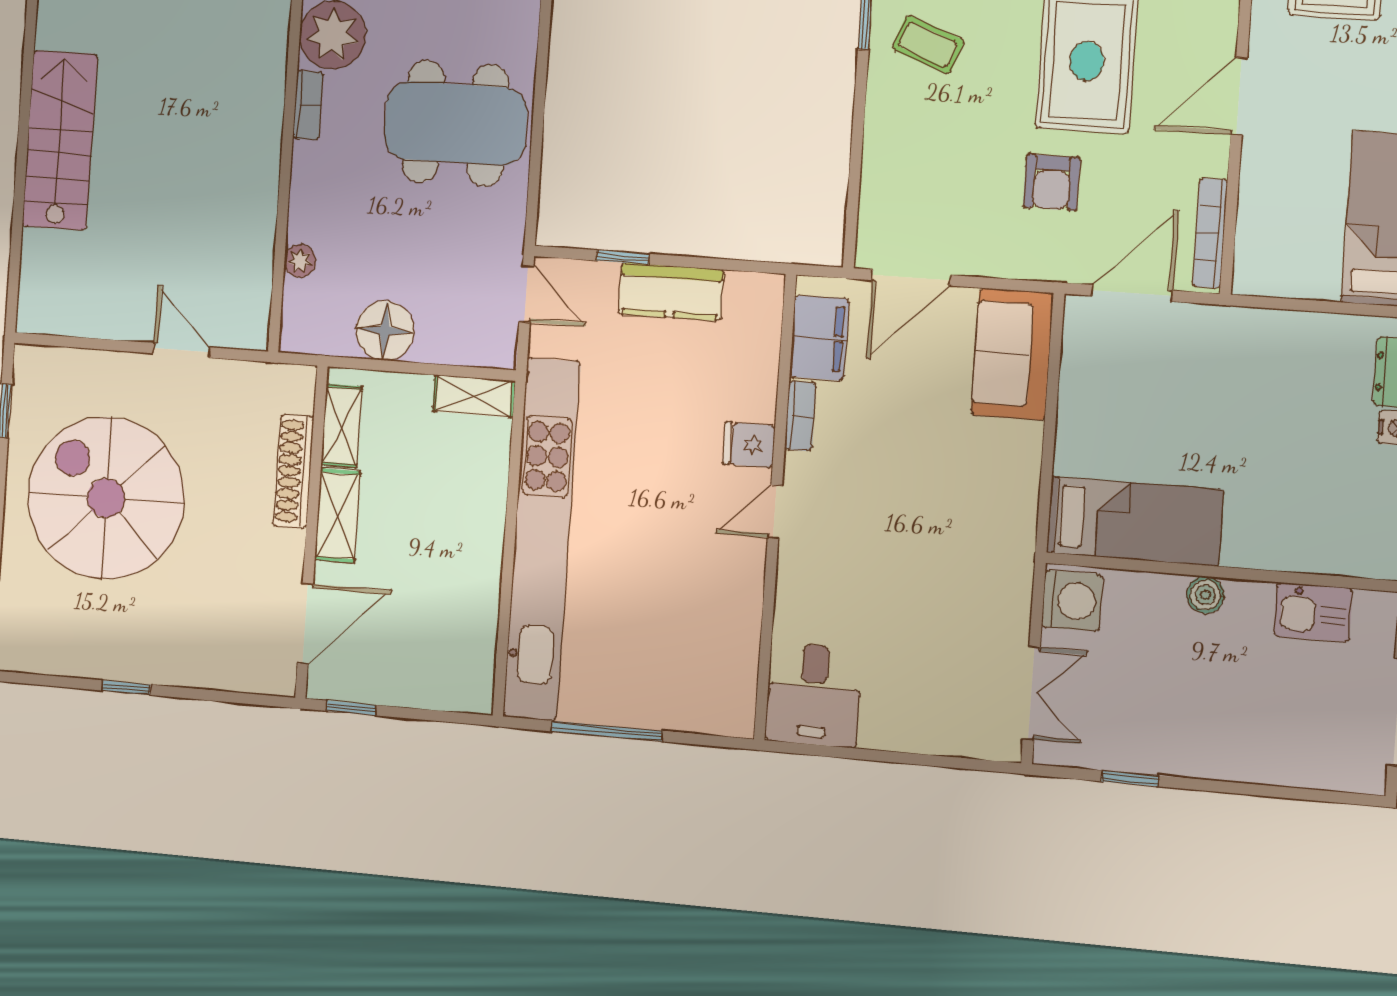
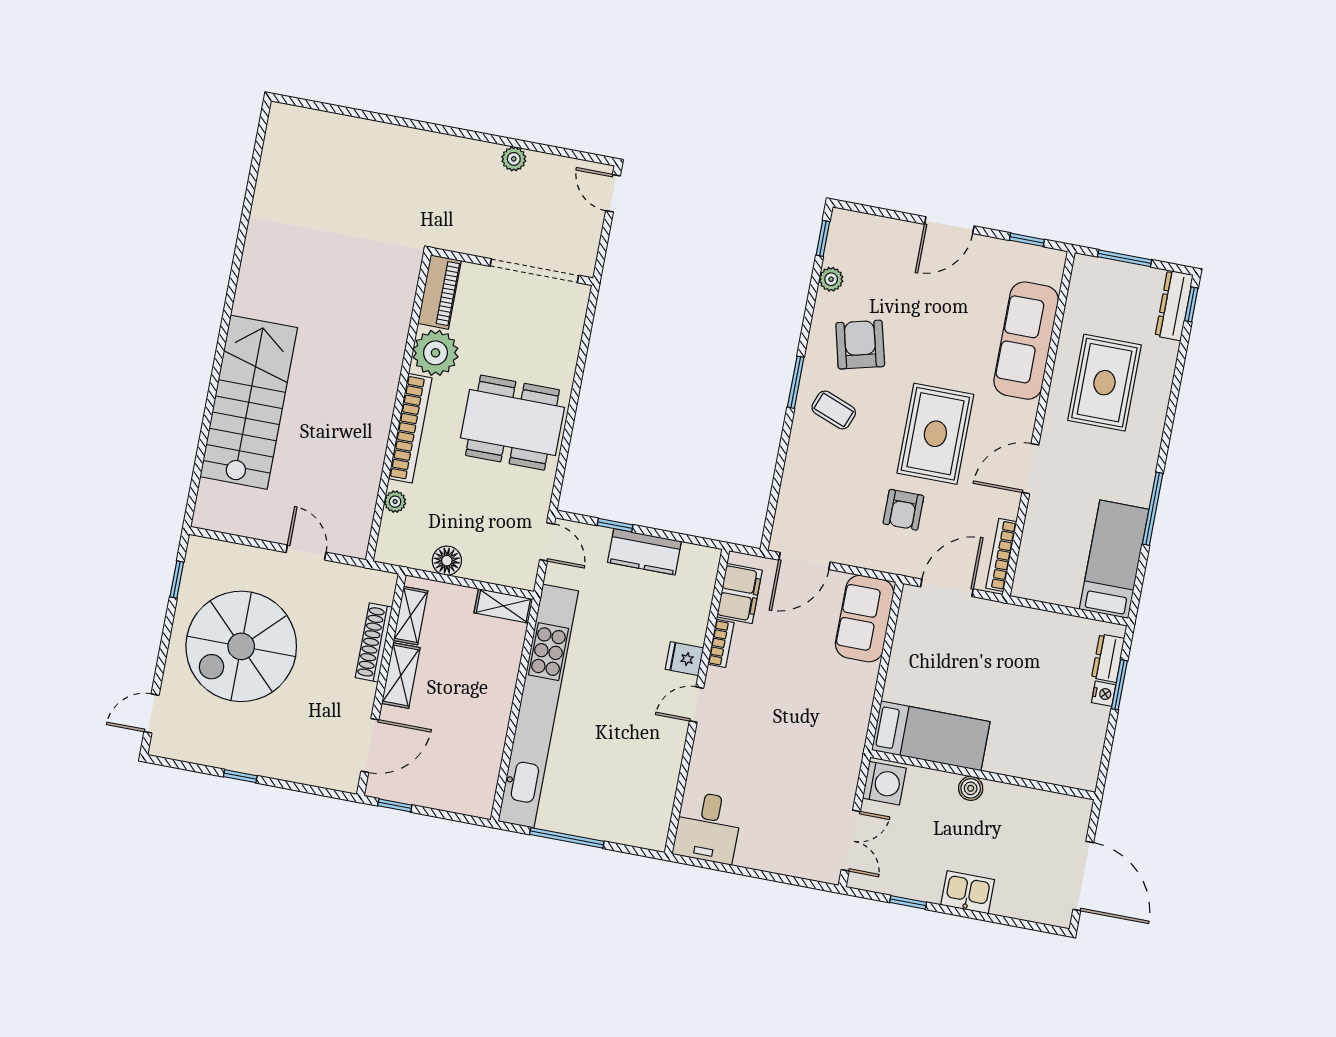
bookcase: (308, 105) -> (410, 428), width x2.31, depth x1.31
stairs: (60, 140) -> (249, 402), width x1.36, depth x1.51
floor lamp: (385, 331) -> (447, 561), width x0.73, depth x0.73
spiral stairs: (106, 498) -> (241, 646), turned -90
kitchen sink: (1313, 612) -> (968, 892), moved, turned 180

